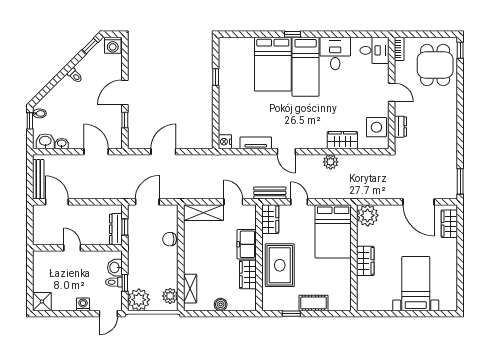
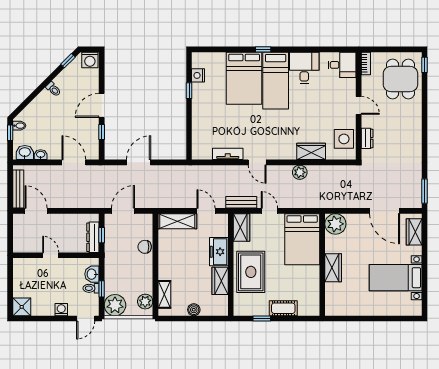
nightstand: (225, 142) -> (198, 75), moved
bed with nightstands: (416, 284) -> (396, 278), moved, turned -90

